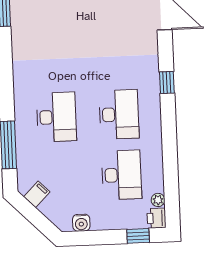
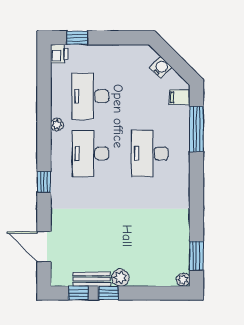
filing cabinet: (37, 194) -> (180, 97), moved, turned 45
plant: (158, 200) -> (57, 125), moved
water cooler: (81, 223) -> (161, 68), moved, turned 45

